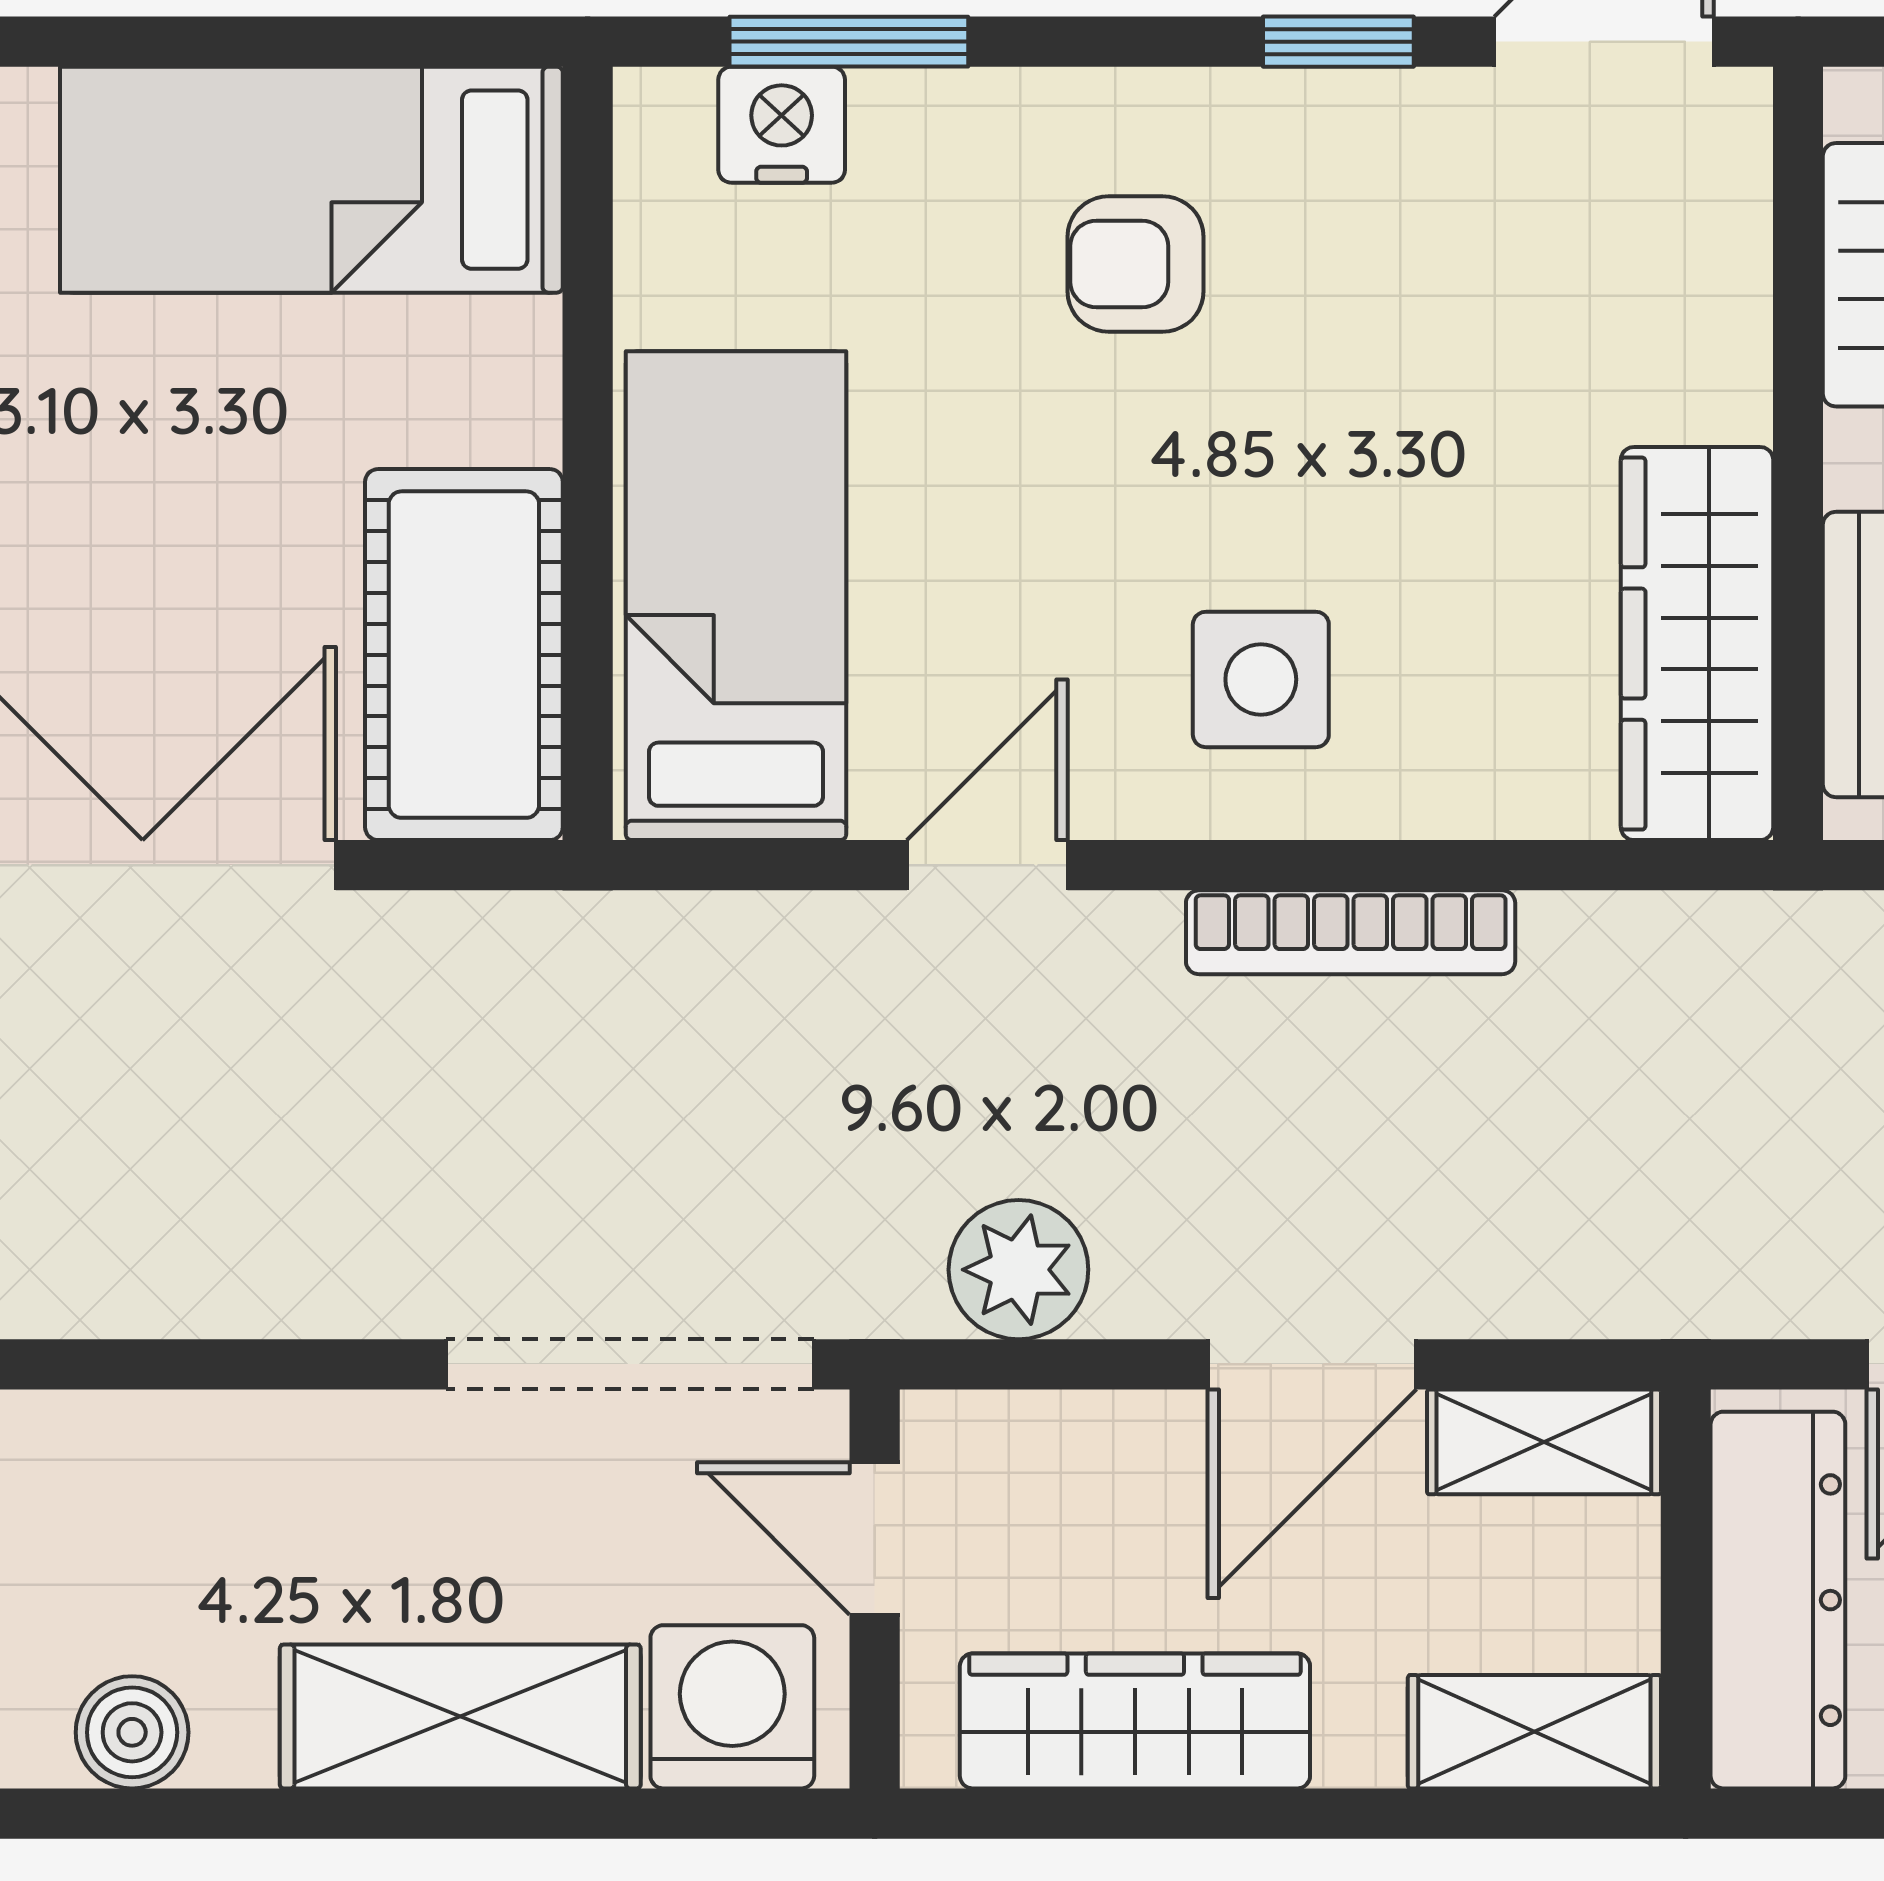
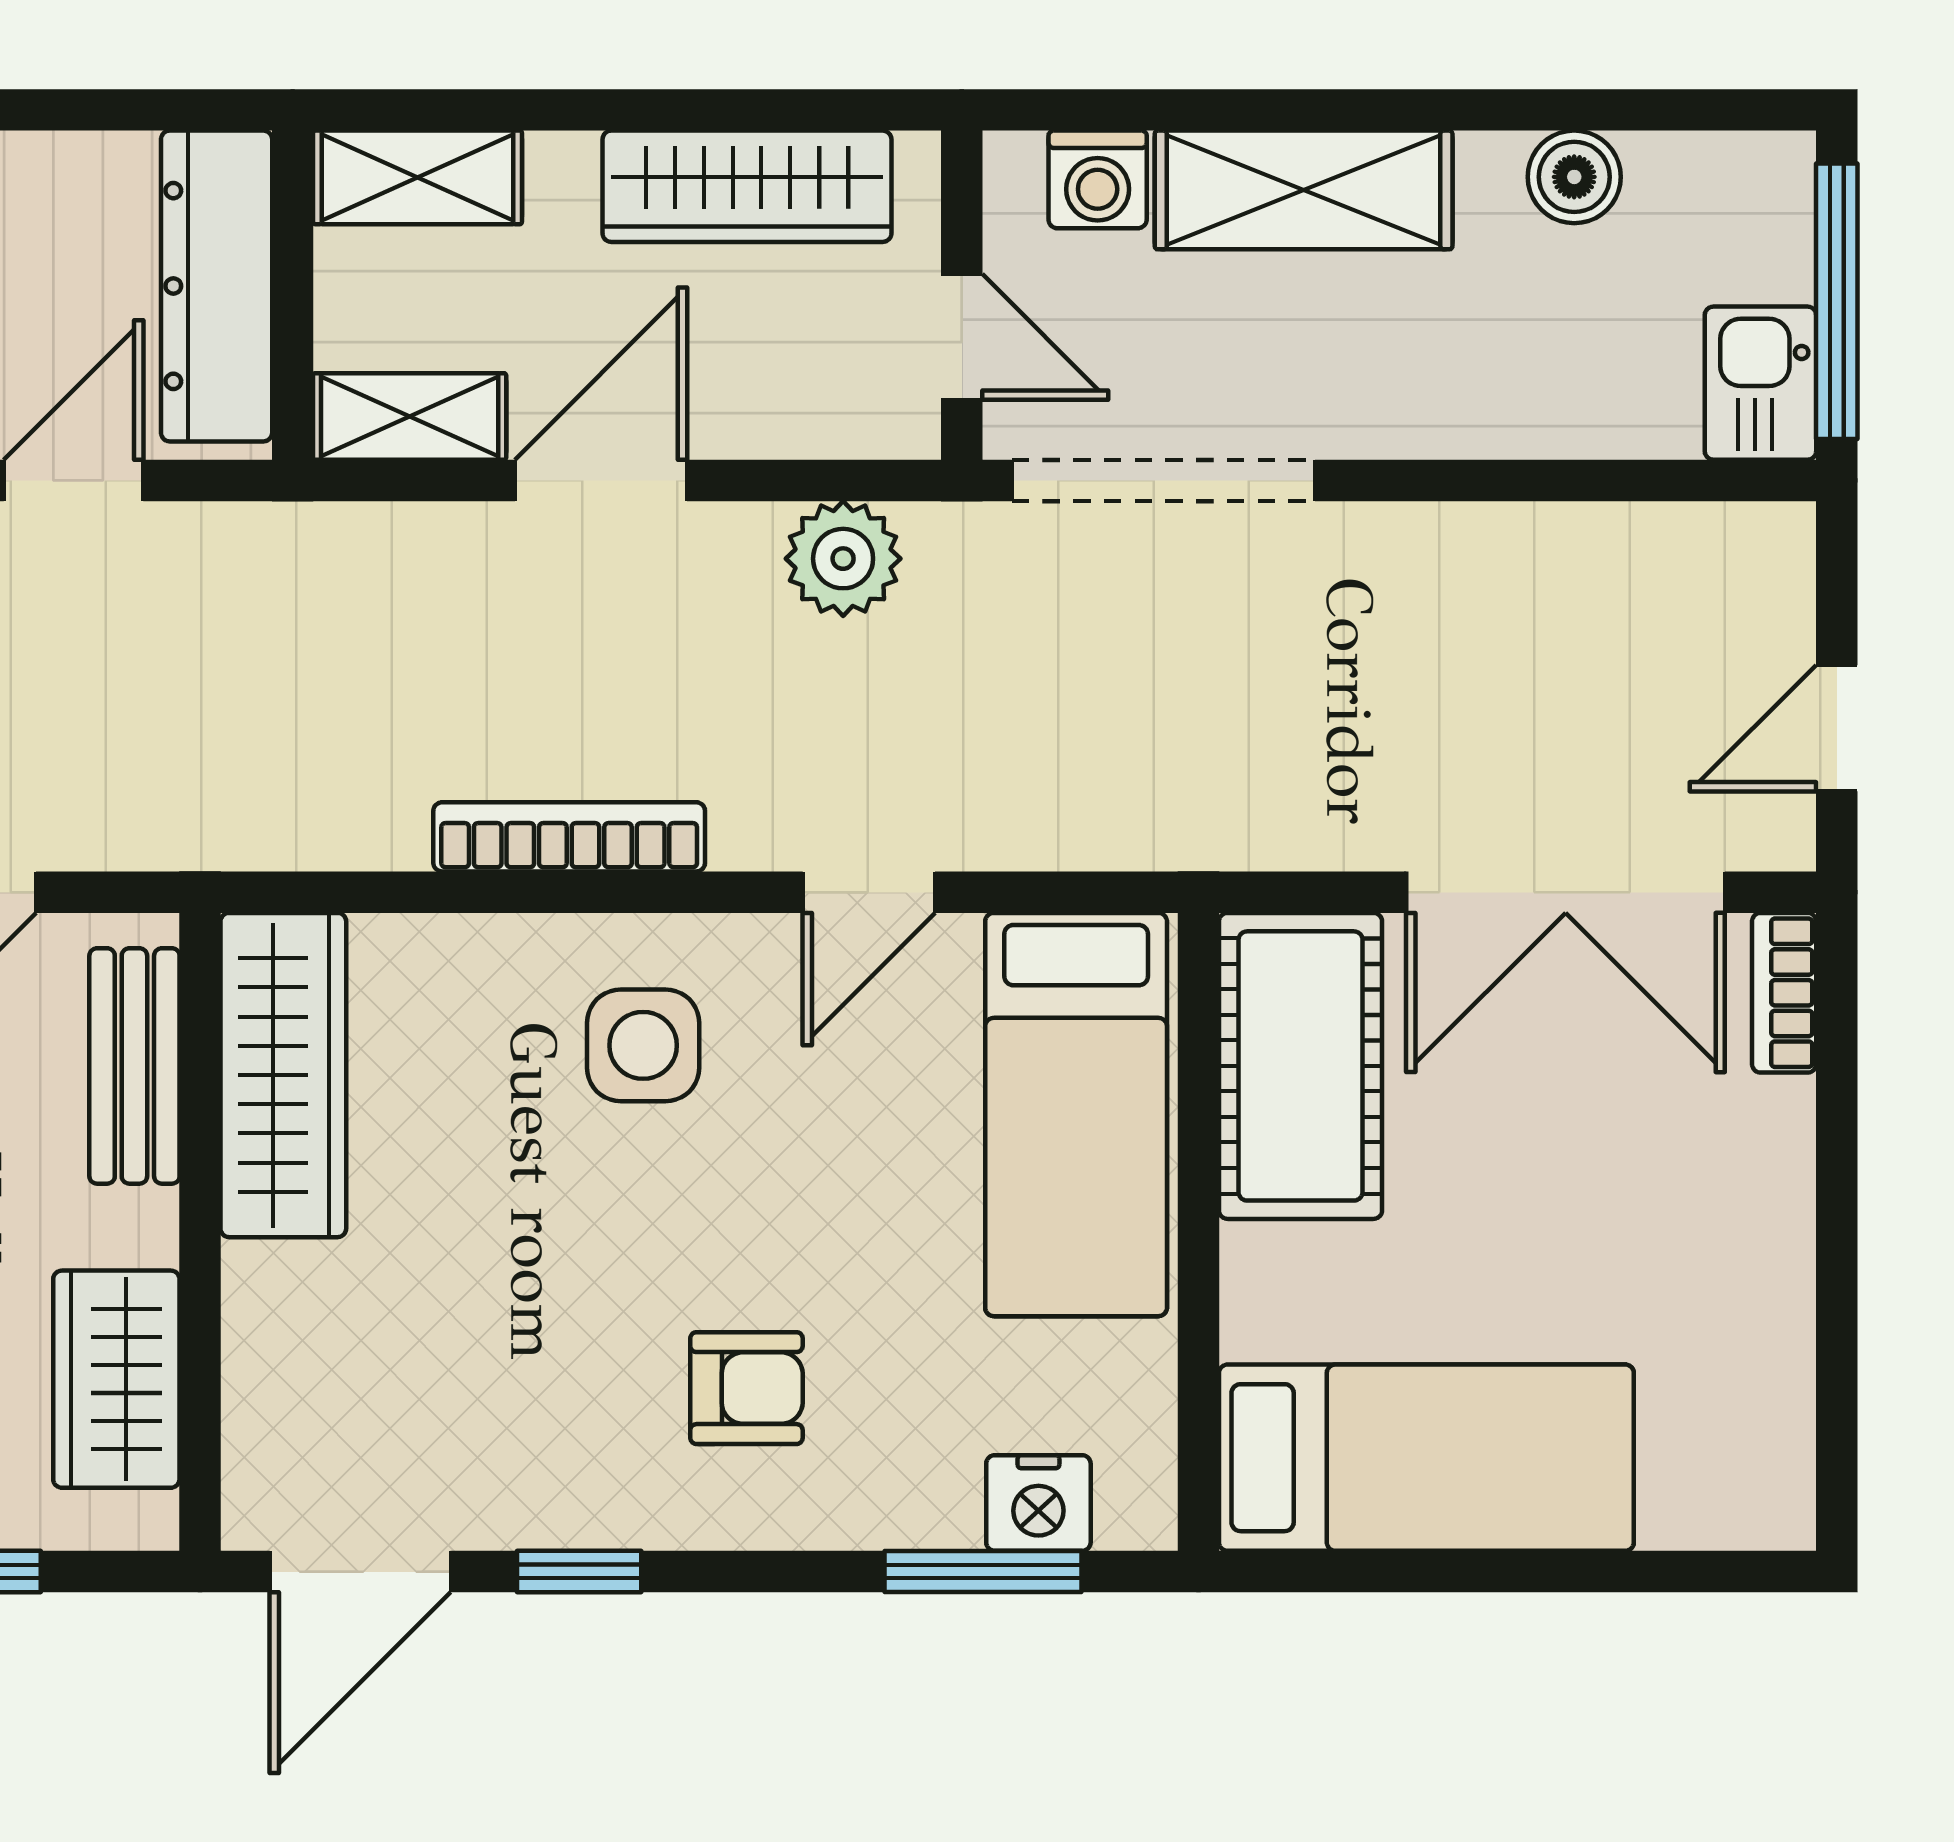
washing machine: (732, 1707) -> (1098, 179), width x0.73, depth x0.73

